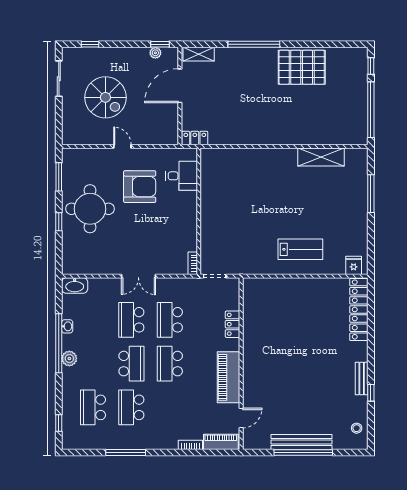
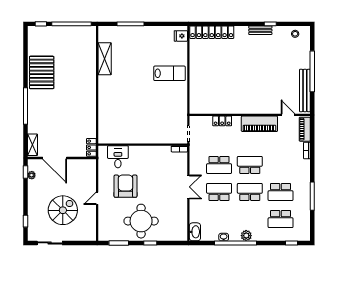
lab bench: (300, 249) -> (170, 73), turned 90
school desk: (131, 320) -> (219, 192), turned 180
school desk: (170, 364) -> (250, 165), turned 180
bench: (302, 442) -> (305, 91), moved

